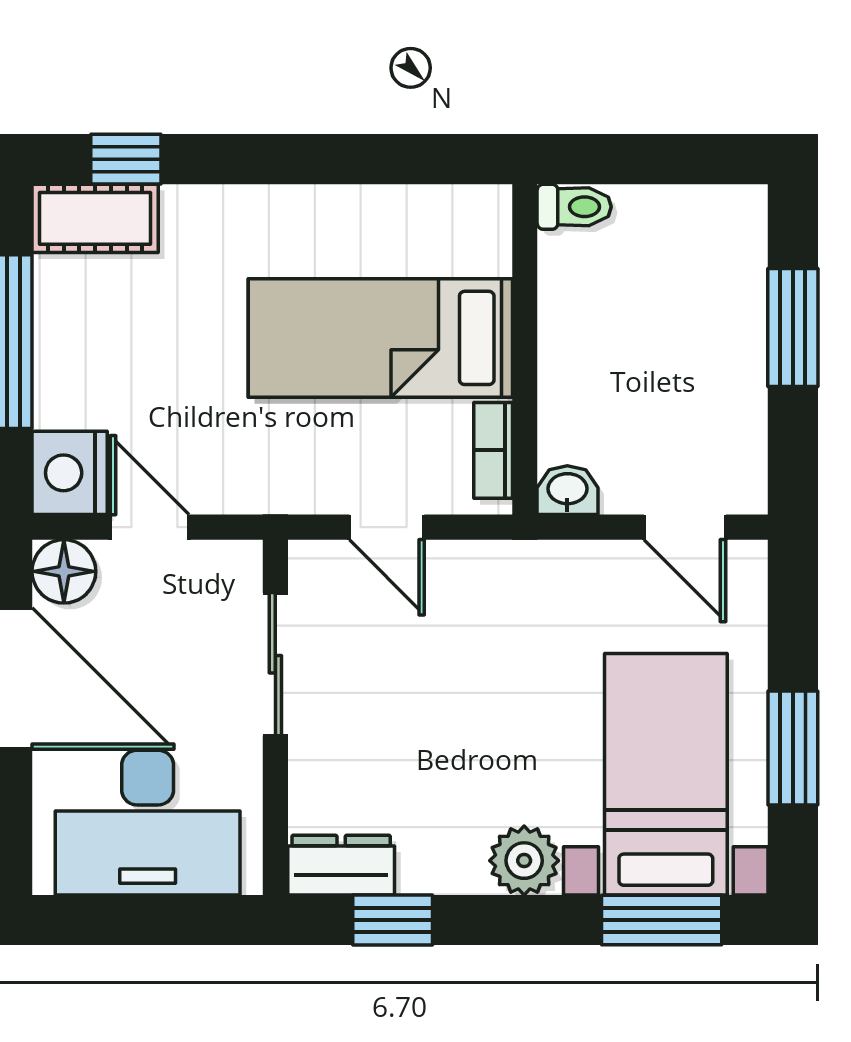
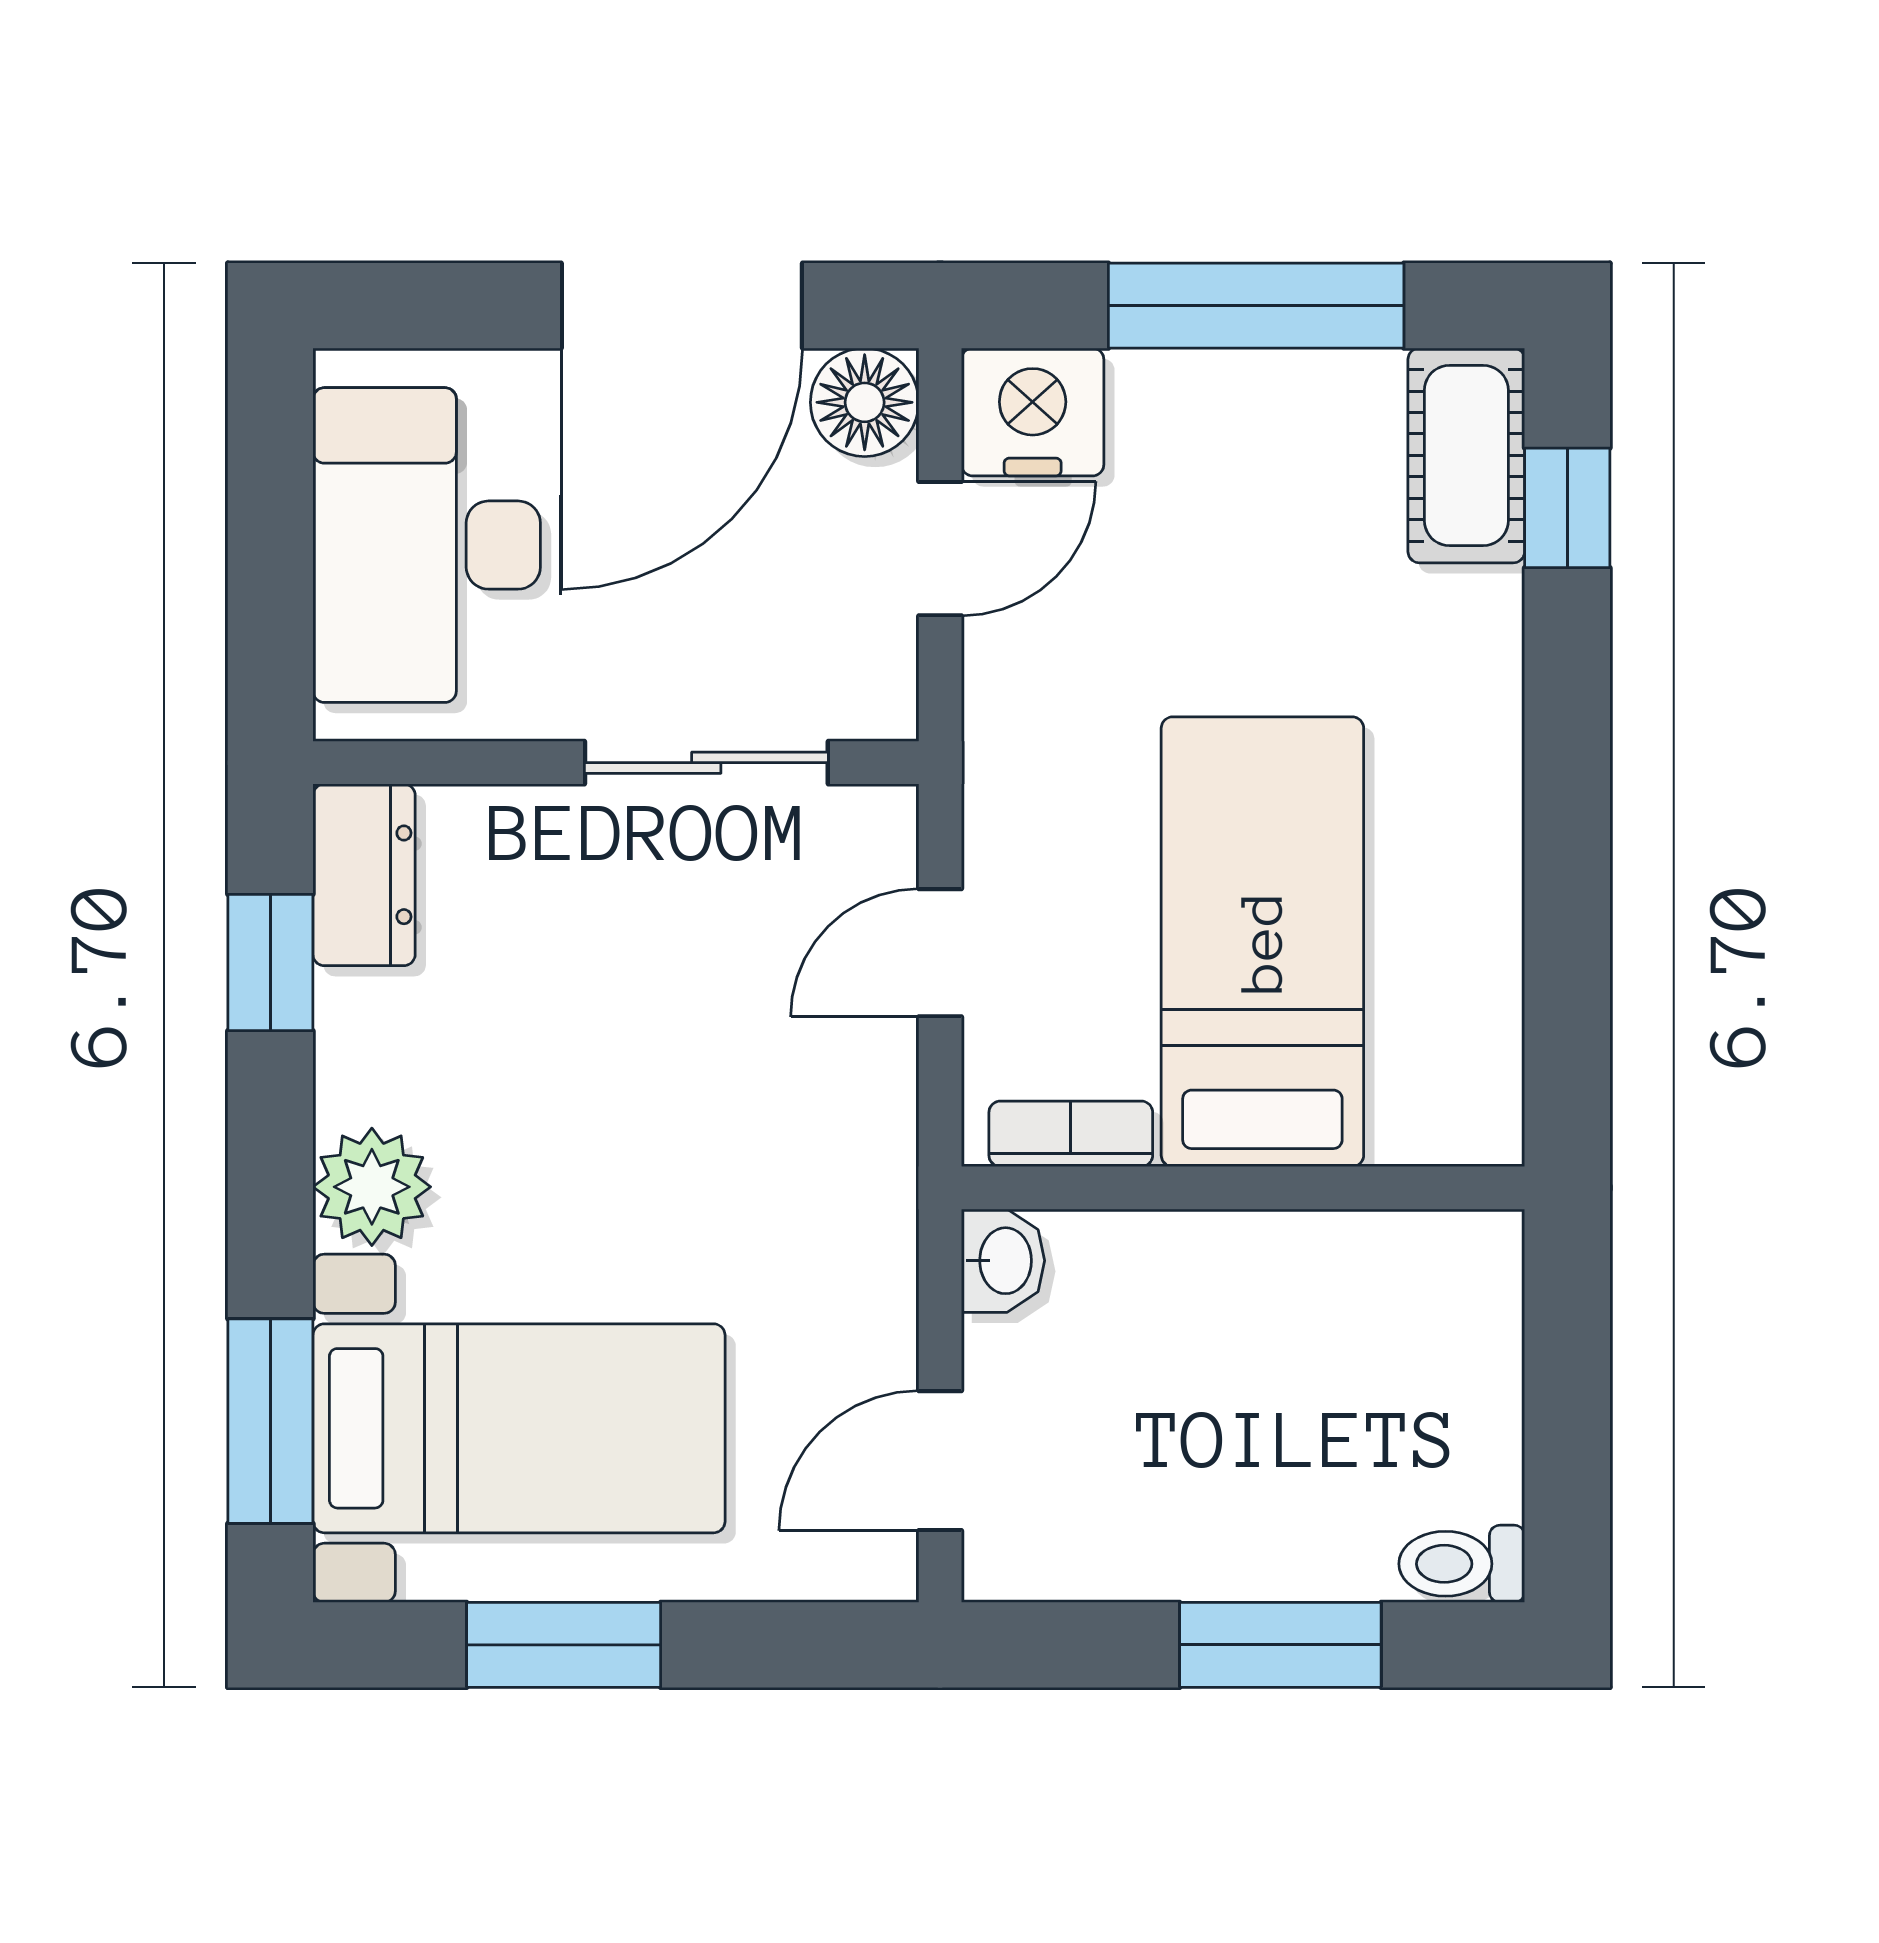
toilet: (574, 207) -> (1462, 1564), moved, turned 90

